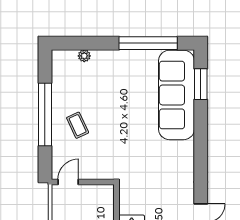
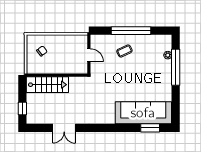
window: (148, 43) -> (176, 67), moved
door: (68, 182) -> (89, 55), moved

